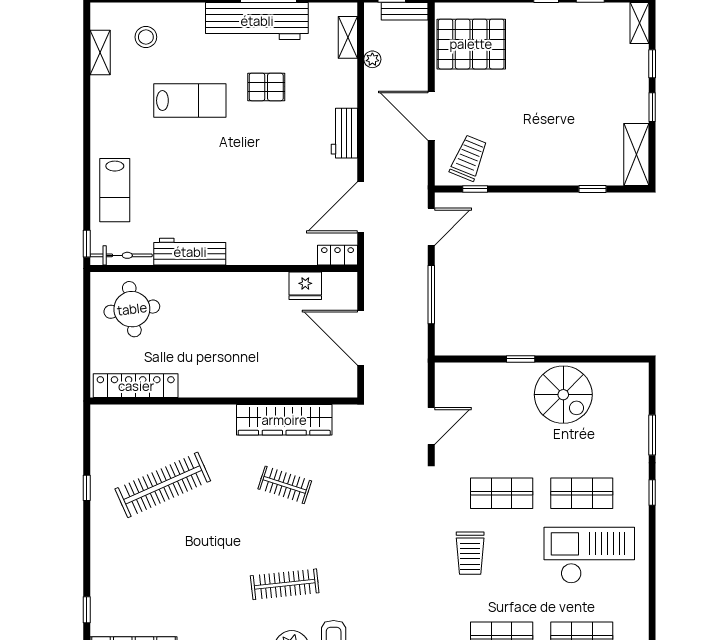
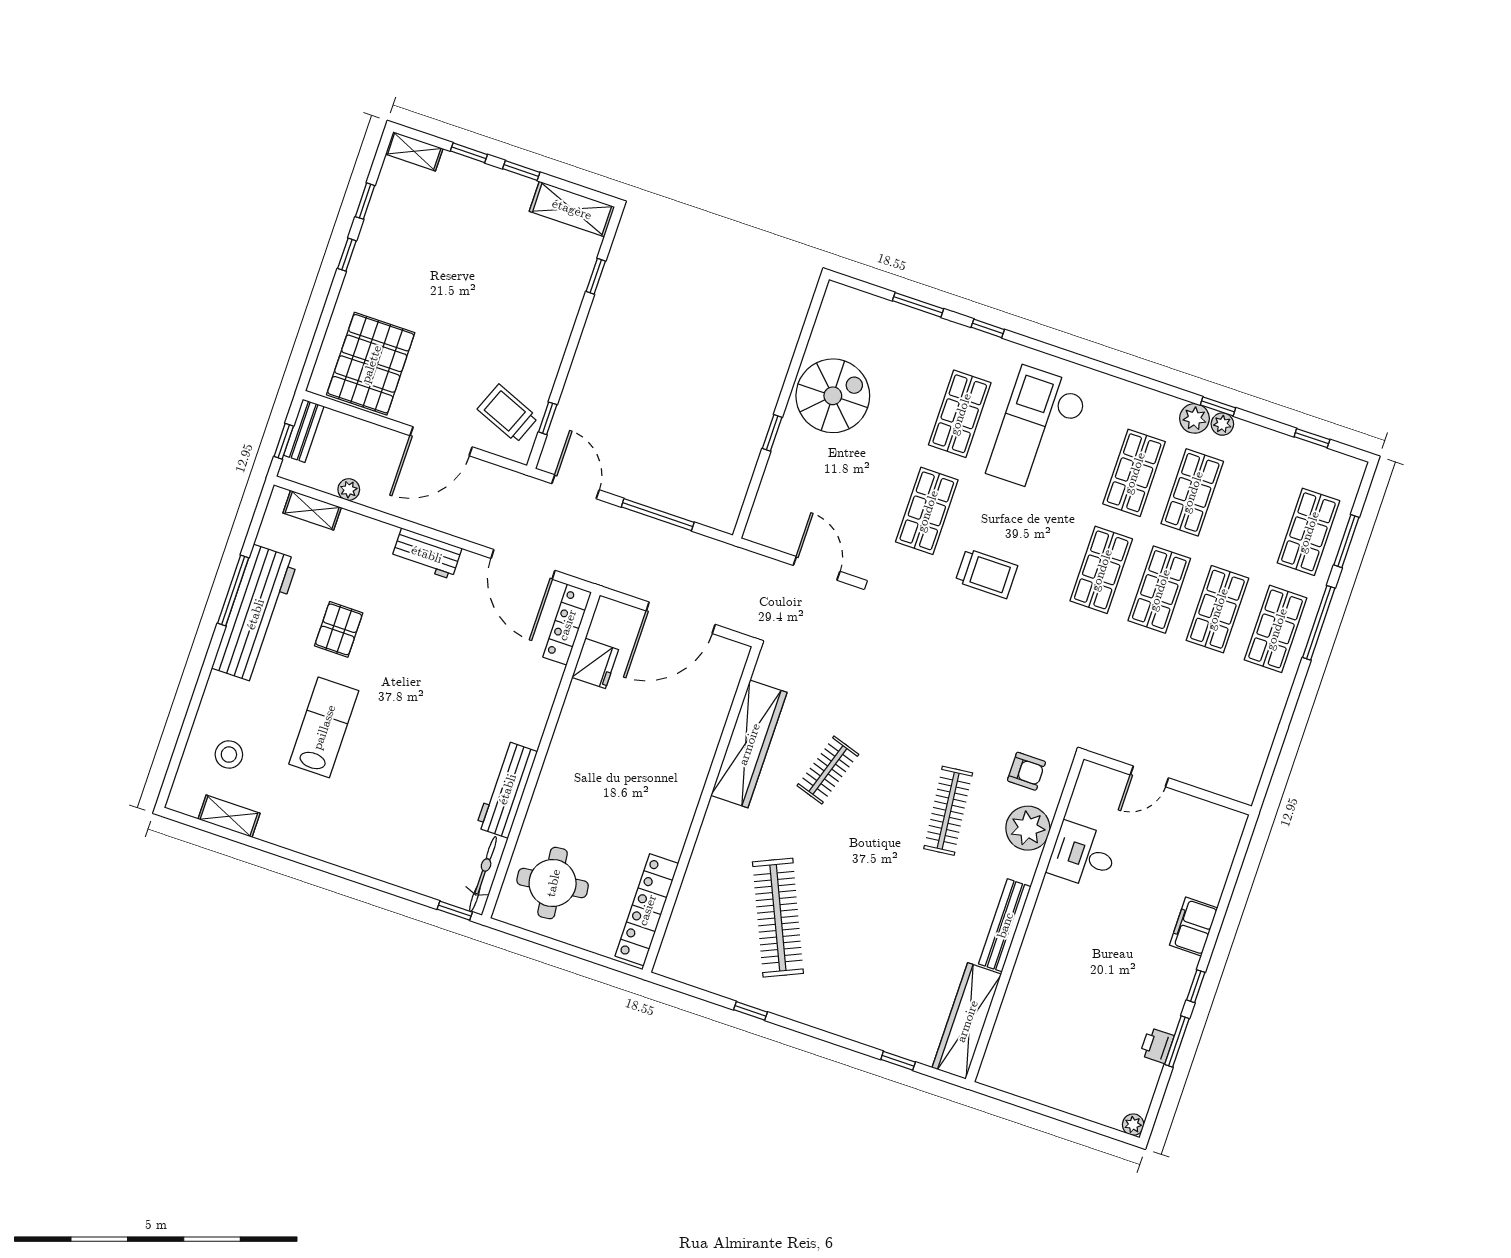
lab bench: (115, 190) -> (401, 855), removed
locker: (338, 255) -> (567, 625), width x1.53

